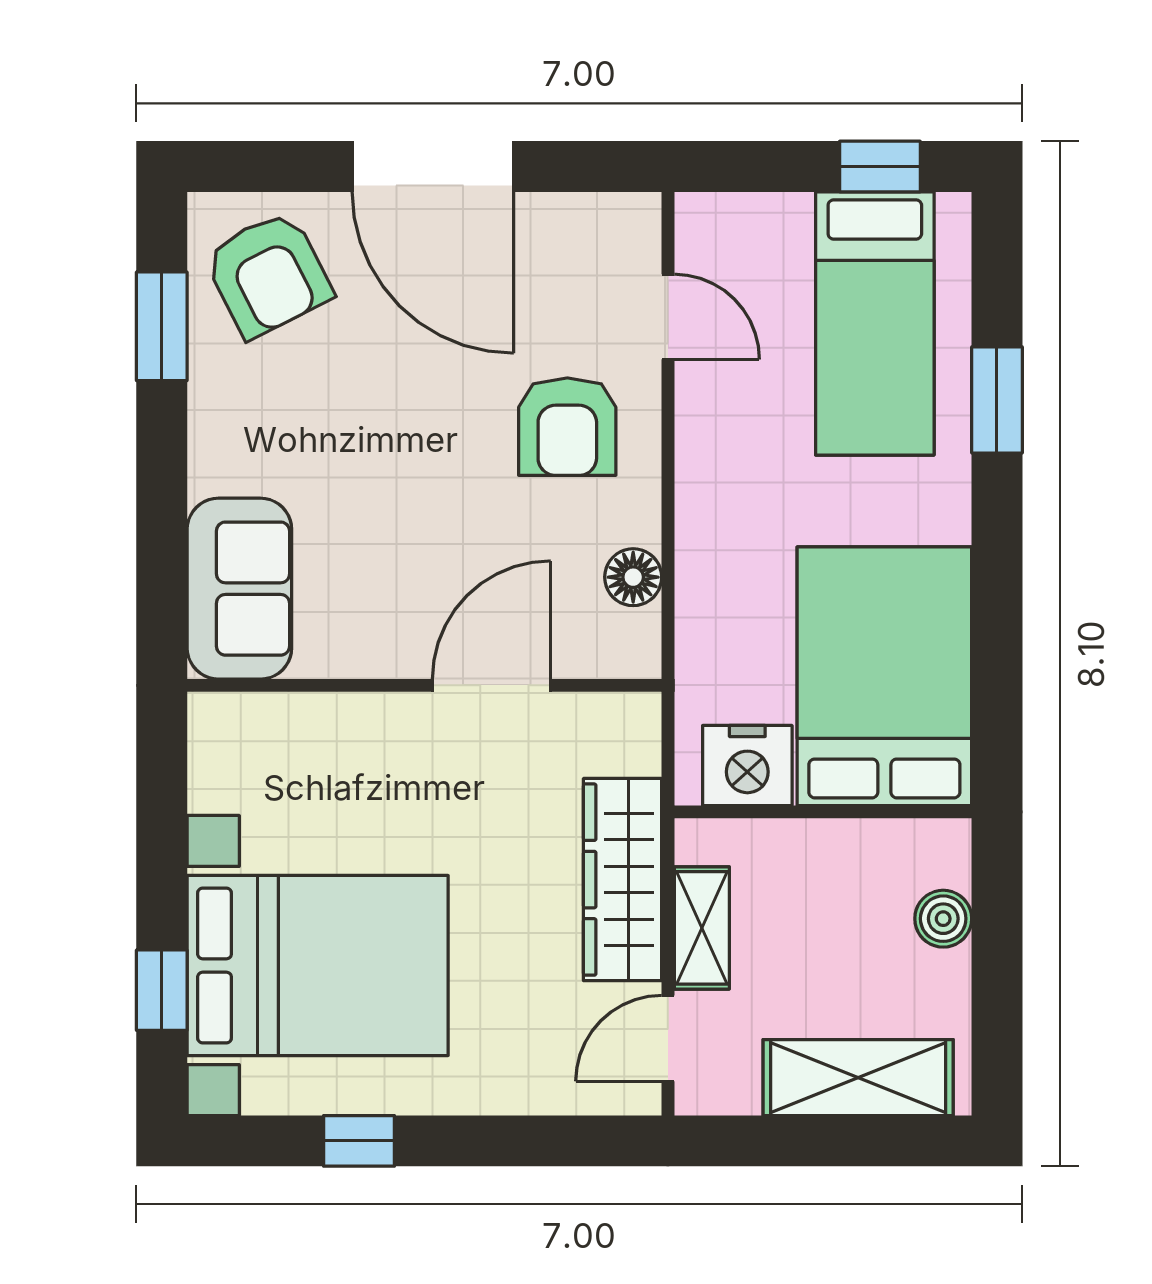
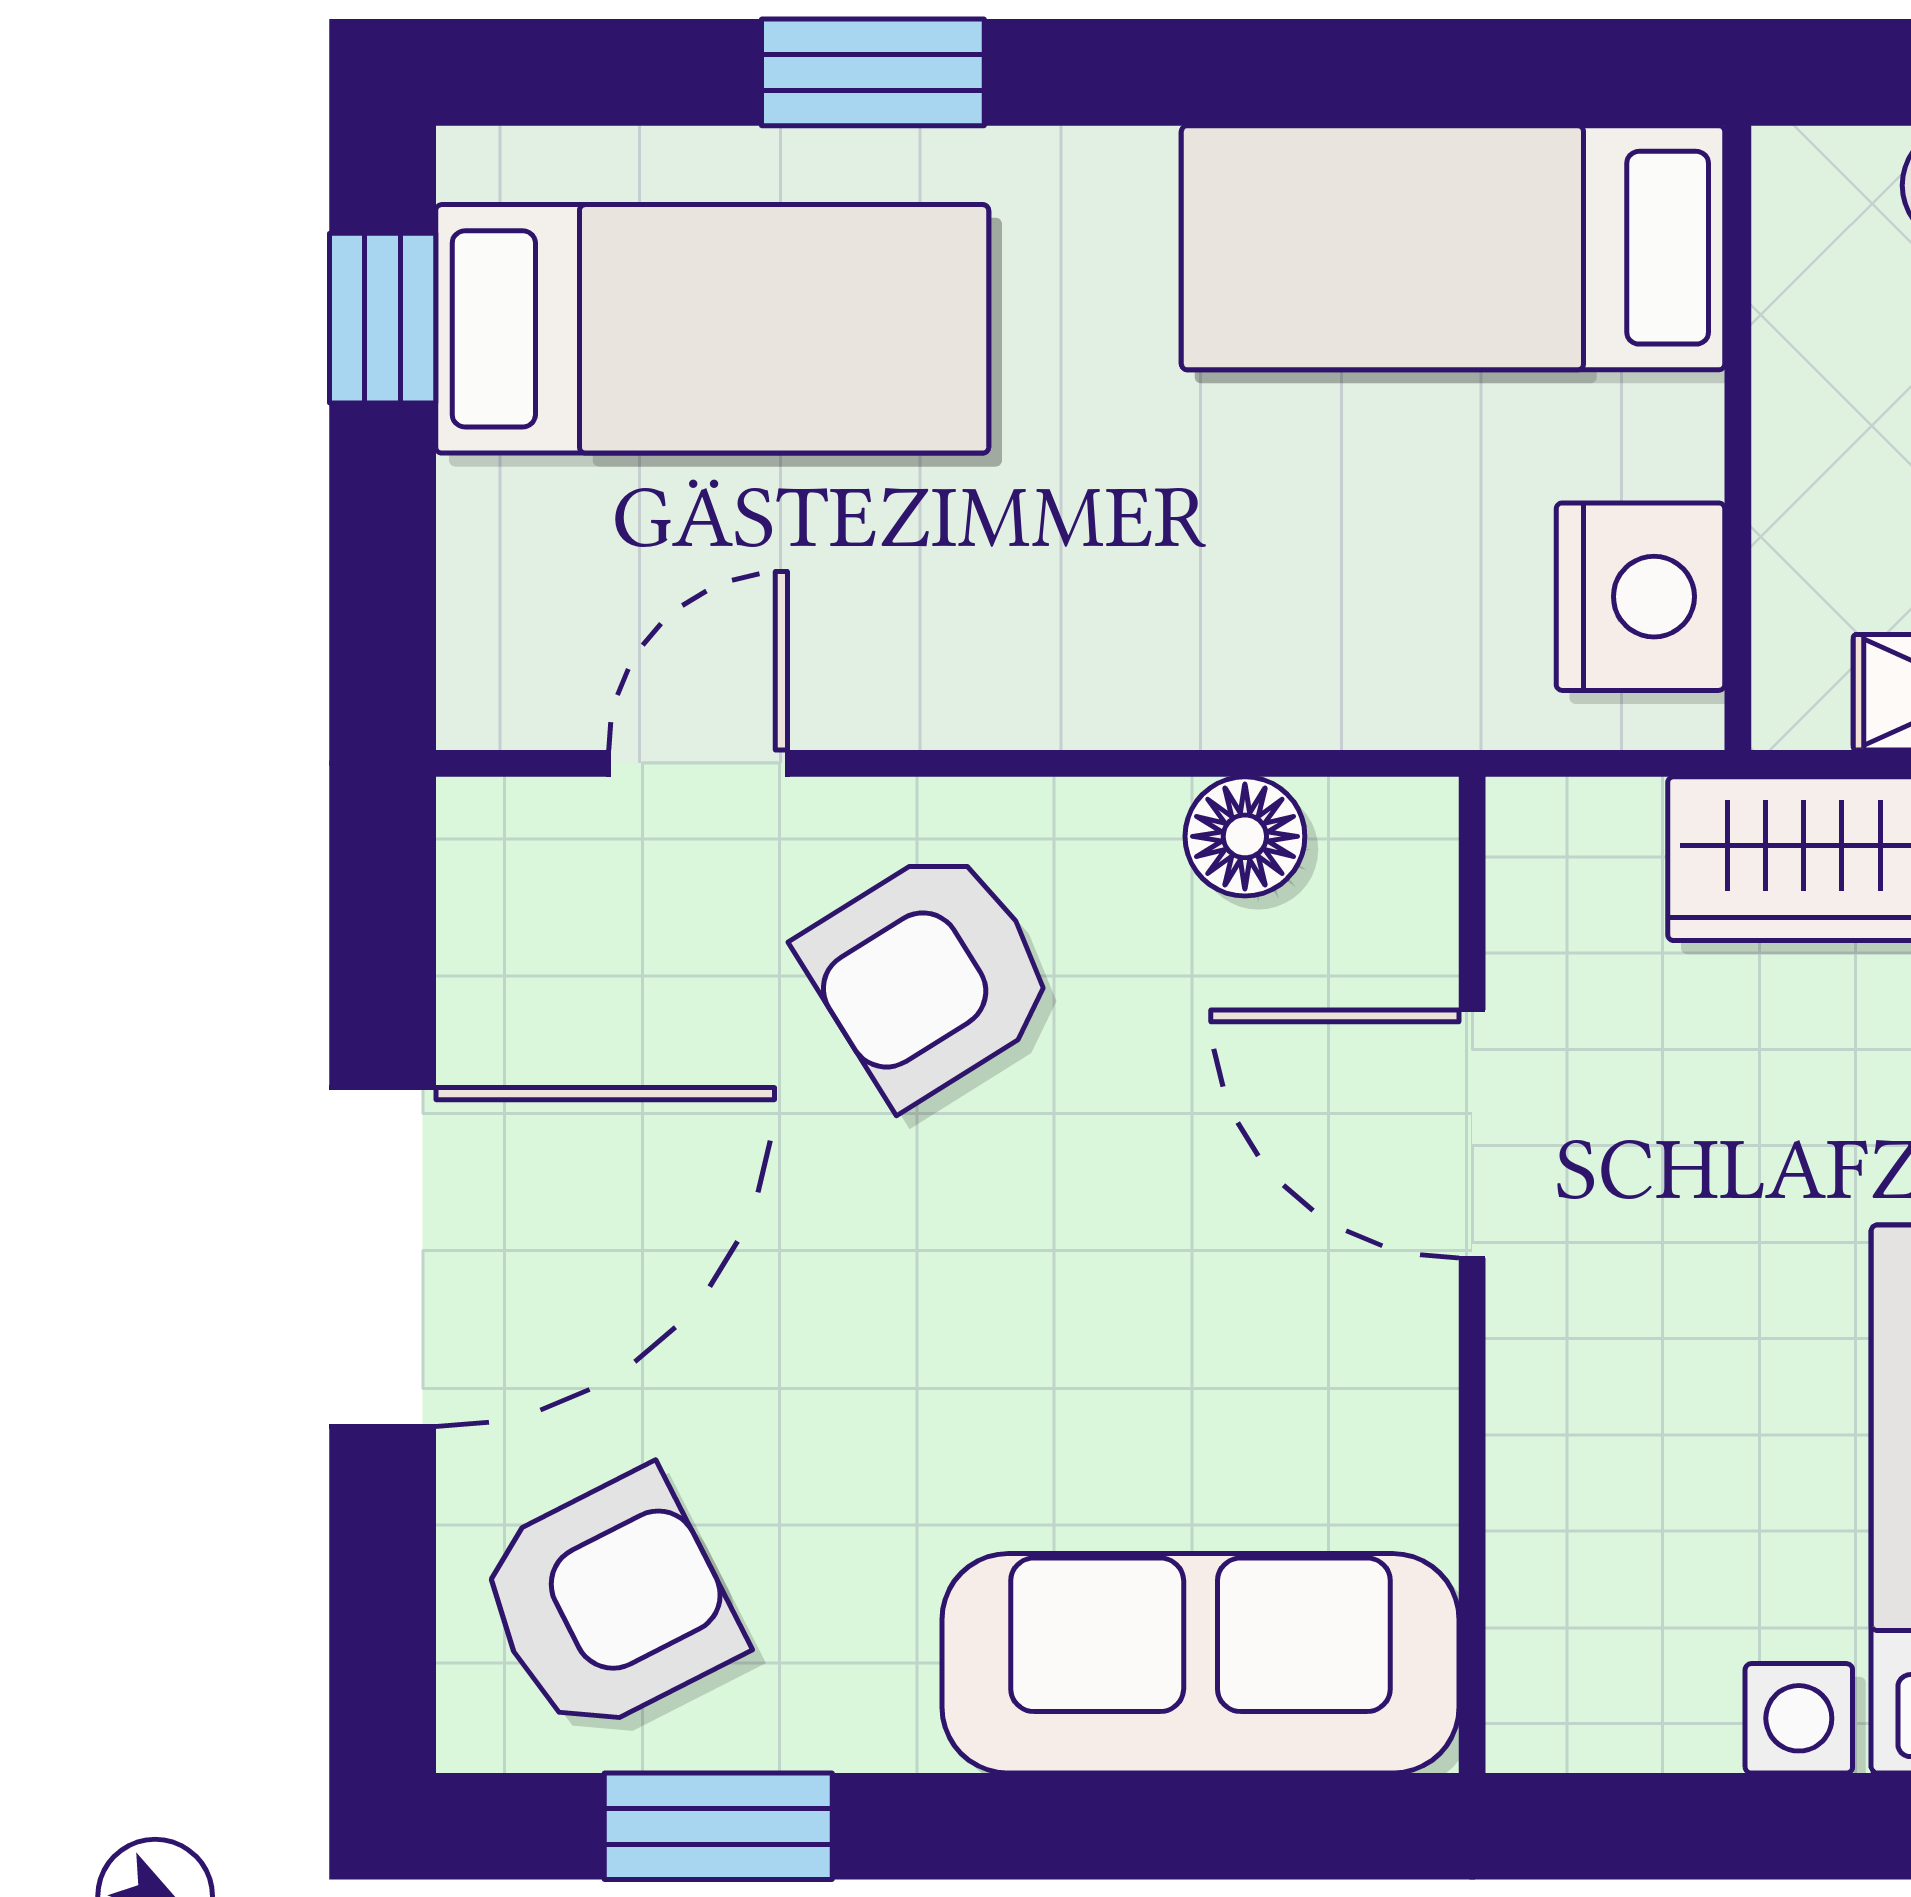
armchair: (567, 427) -> (929, 975), turned 148
sofa: (239, 589) -> (1201, 1663), width x1.36
bed: (884, 676) -> (1453, 248), width x0.67

